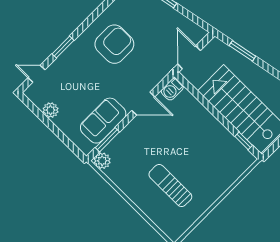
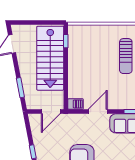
door: (143, 104) -> (98, 112), hinge flipped

